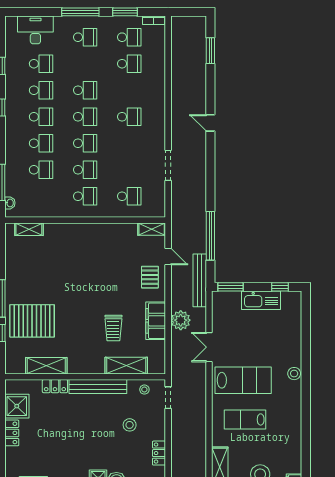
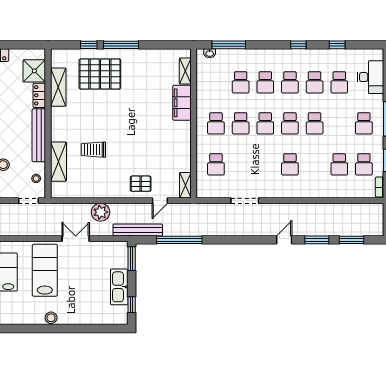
window: (210, 88) -> (317, 240), added
pallet: (32, 321) -> (100, 74), turned 90
filing cabinet: (156, 321) -> (182, 103), moved, turned -90
lab bench: (243, 380) -> (45, 270), turned 180
shower: (17, 406) -> (34, 71), moved

